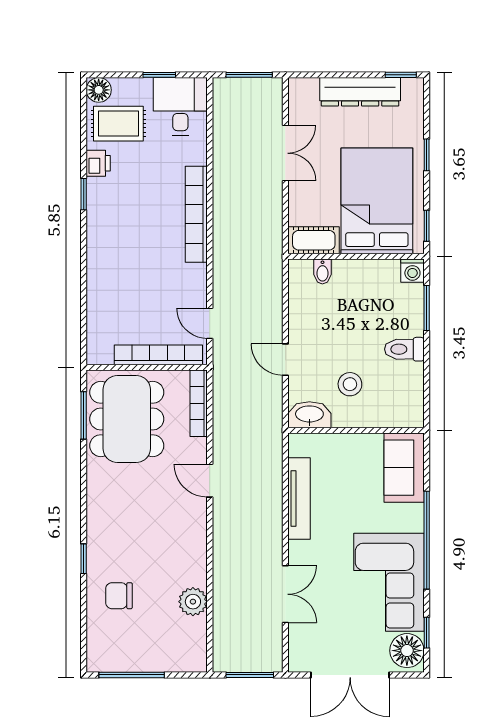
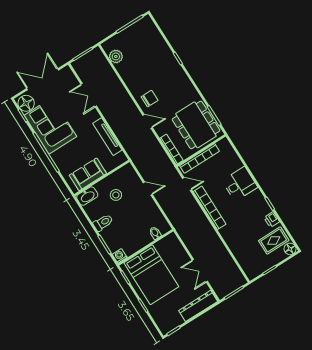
dresser: (360, 92) -> (198, 306), moved
desk: (180, 106) -> (240, 184), moved, turned -90
bookcase: (196, 214) -> (210, 208), moved
cot: (314, 240) -> (166, 243), removed
washbasin: (309, 415) -> (87, 196), moved
sofa: (404, 468) -> (88, 174), moved, turned -90
chair: (119, 596) -> (150, 99), moved
plant: (193, 602) -> (116, 56), moved

